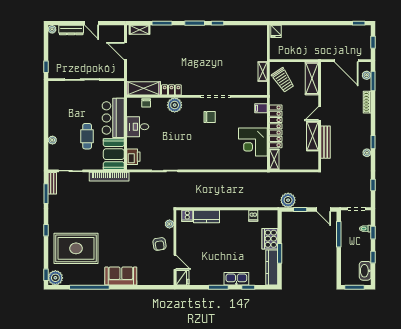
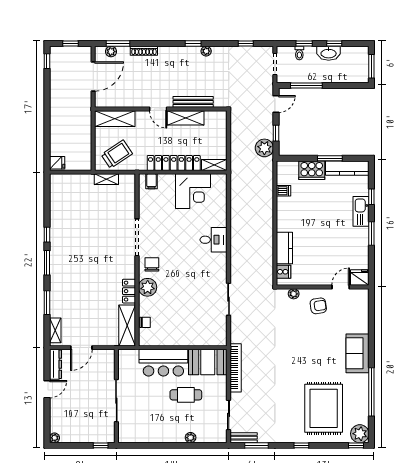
dresser: (71, 30) -> (55, 364), moved
chair: (210, 117) -> (152, 264), moved
desk: (138, 127) -> (214, 240), moved, turned -90
printer: (133, 157) -> (211, 338), removed
washbasin: (365, 271) -> (329, 53), moved

